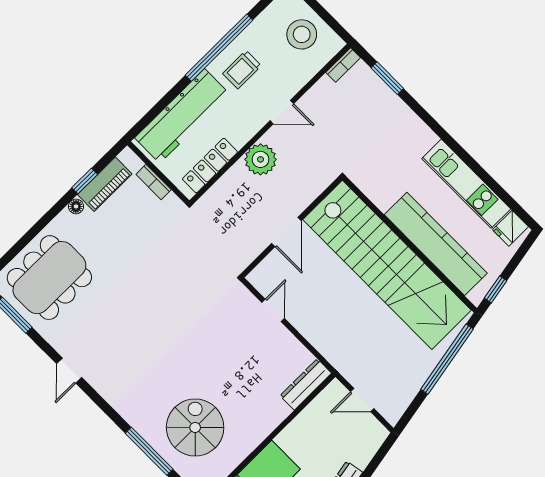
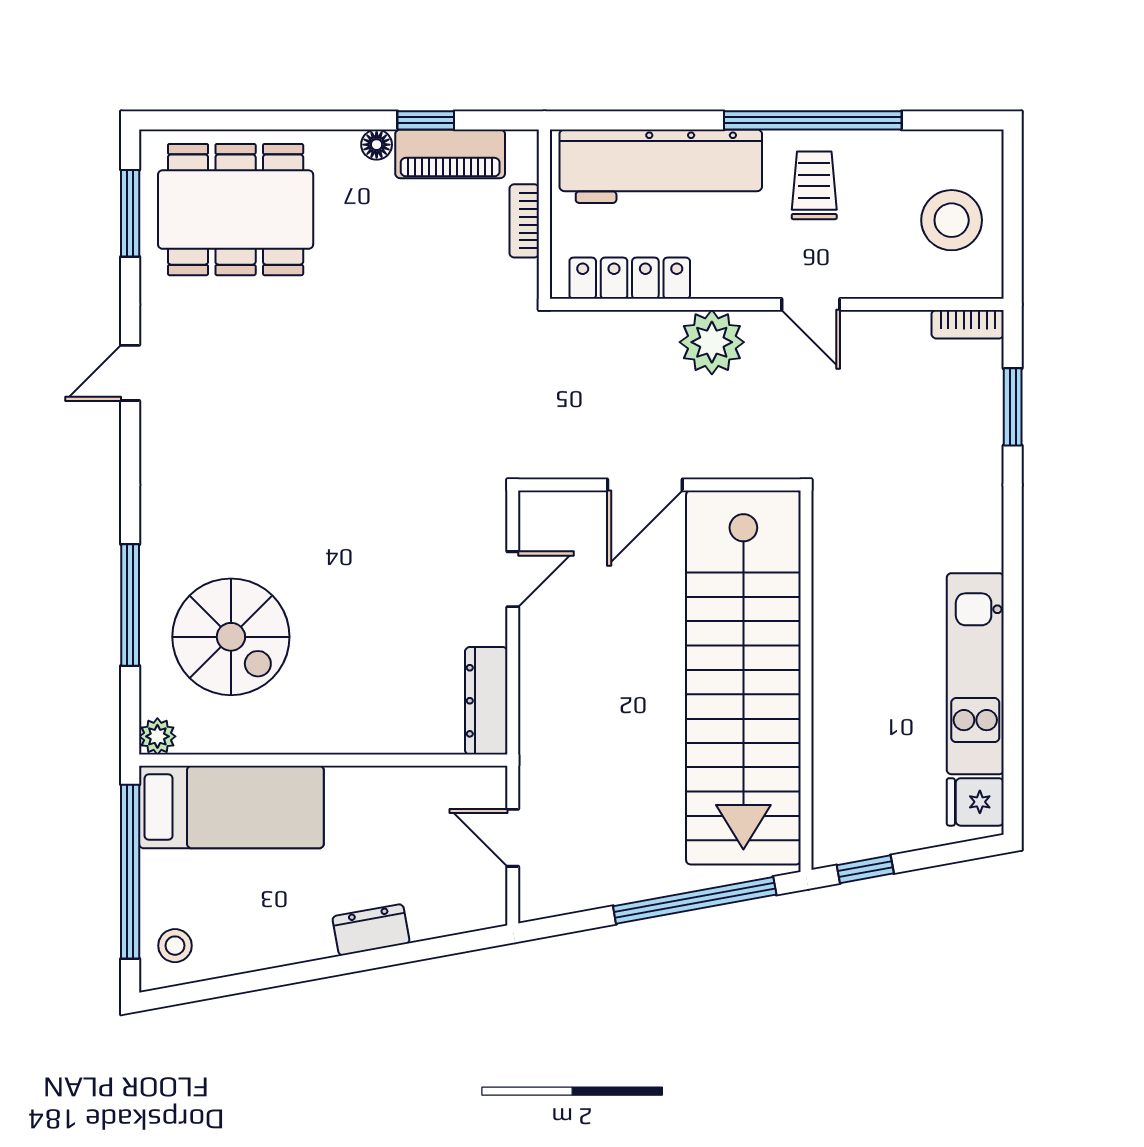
trolley: (242, 70) -> (814, 185), turned 90
kitchen counter: (436, 244) -> (844, 717), removed
dresser: (306, 384) -> (486, 701), moved, turned -90
spiral stairs: (195, 428) -> (231, 637), turned 90

